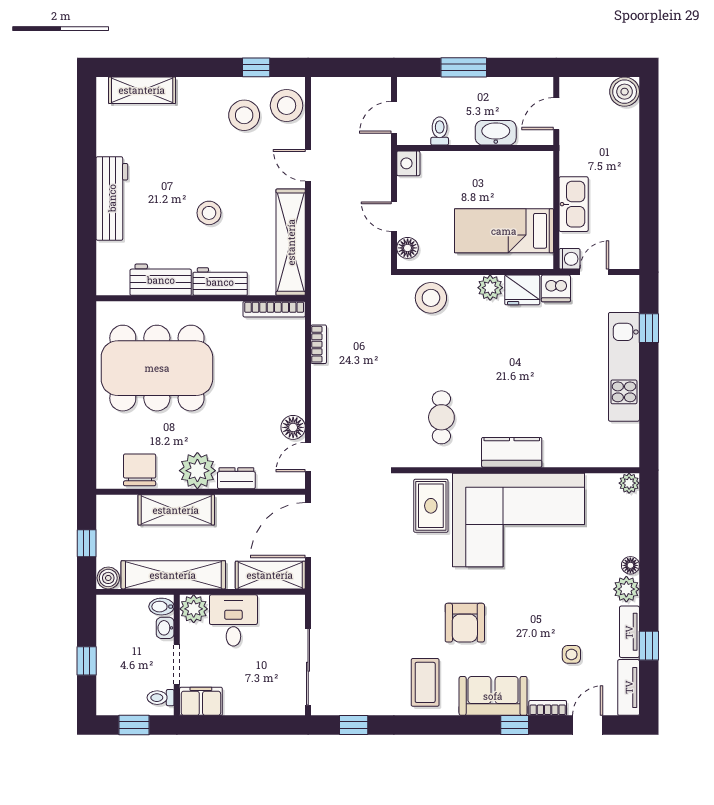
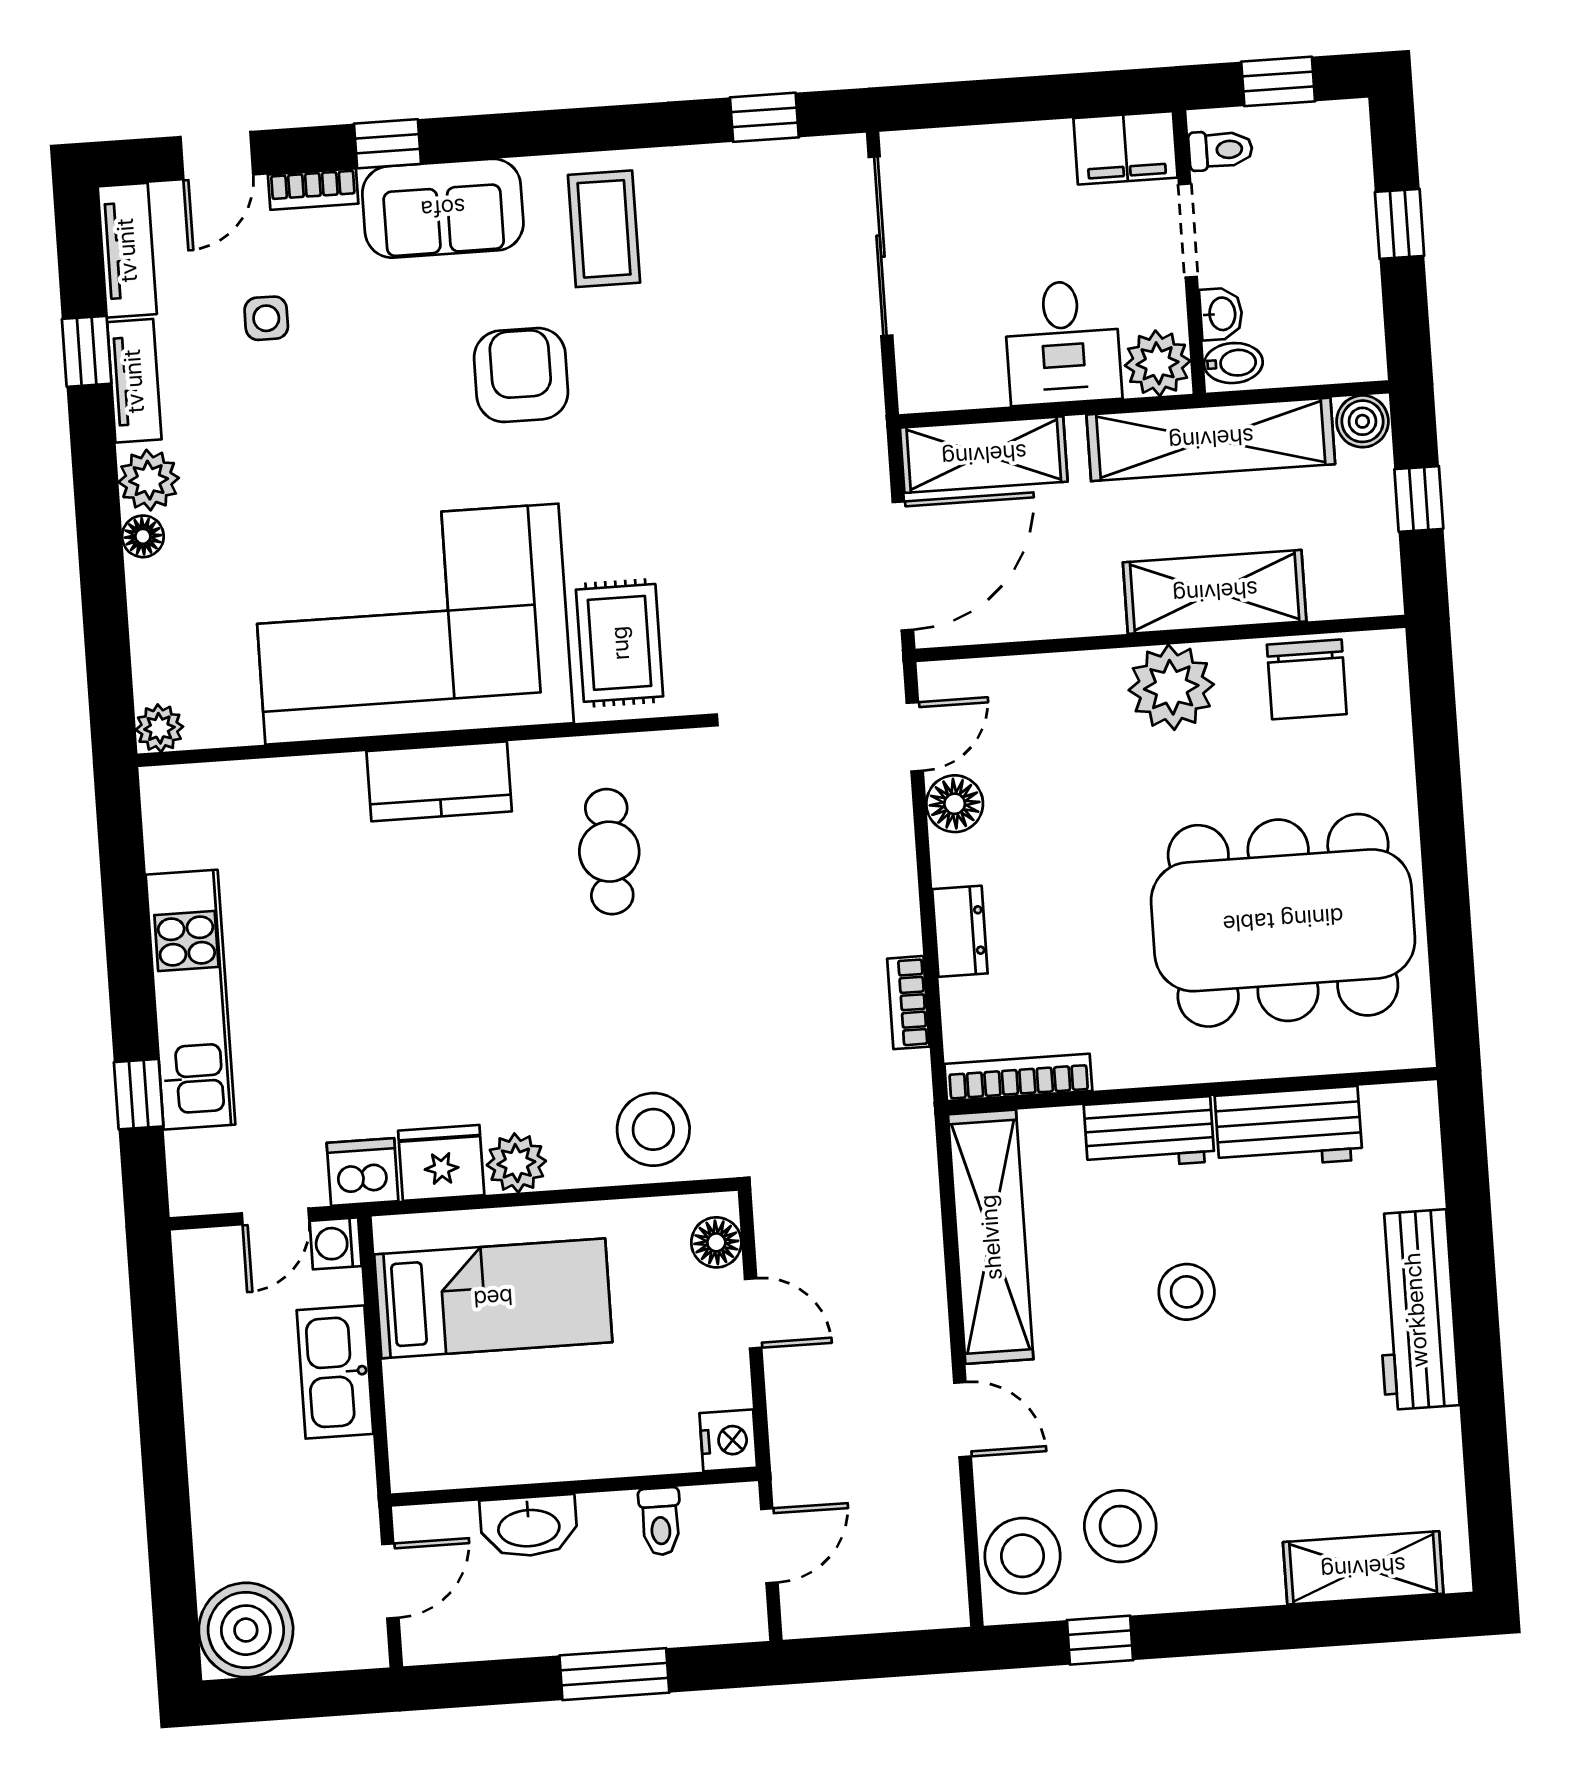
boiler: (625, 92) -> (246, 1630), width x1.37, depth x1.37
dresser: (236, 478) -> (960, 931), moved, turned -90

